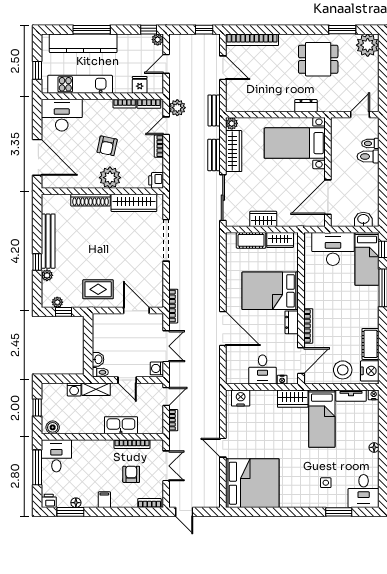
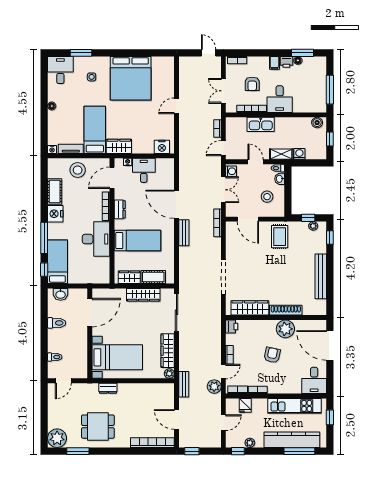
window: (92, 30) -> (299, 451), moved
plant: (158, 40) -> (250, 443), moved
desk: (62, 115) -> (314, 380), width x0.73
bench: (214, 155) -> (184, 233), moved
toilet: (368, 156) -> (57, 323), moved
plant: (110, 178) -> (285, 329), moved
wardrobe: (263, 219) -> (143, 295), width x1.50
desk: (333, 249) -> (96, 239), moved, turned -90
window: (37, 262) -> (330, 237), moved
plant: (47, 275) -> (322, 248), removed
rug: (98, 289) -> (280, 237), turned 90
bed: (270, 291) -> (137, 241), width x0.67
stool: (113, 338) -> (267, 197), added
double door: (166, 346) -> (223, 190), swing flipped
nightstand: (370, 371) -> (55, 214), moved
door: (223, 448) -> (177, 106), swing flipped
desk: (56, 456) -> (280, 99), moved
bed: (252, 483) -> (131, 78), moved, turned -90
printer: (49, 501) -> (286, 62), moved

